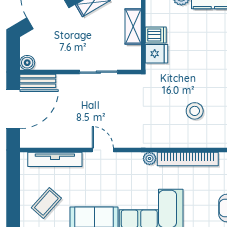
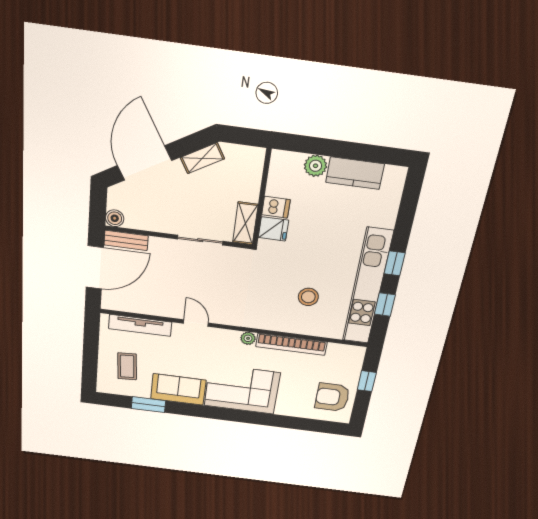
shelving: (133, 27) -> (245, 223), moved
coffee table: (46, 203) -> (127, 366), turned -46

